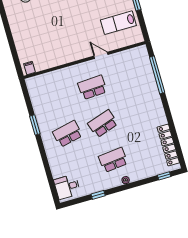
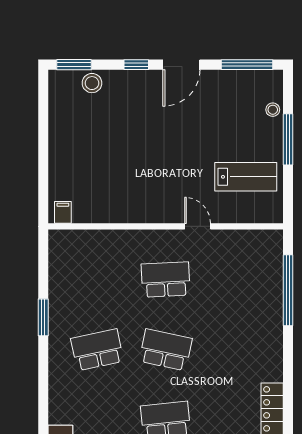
lab bench: (118, 23) -> (246, 177), turned 180
school desk: (103, 124) -> (166, 350), turned 30

